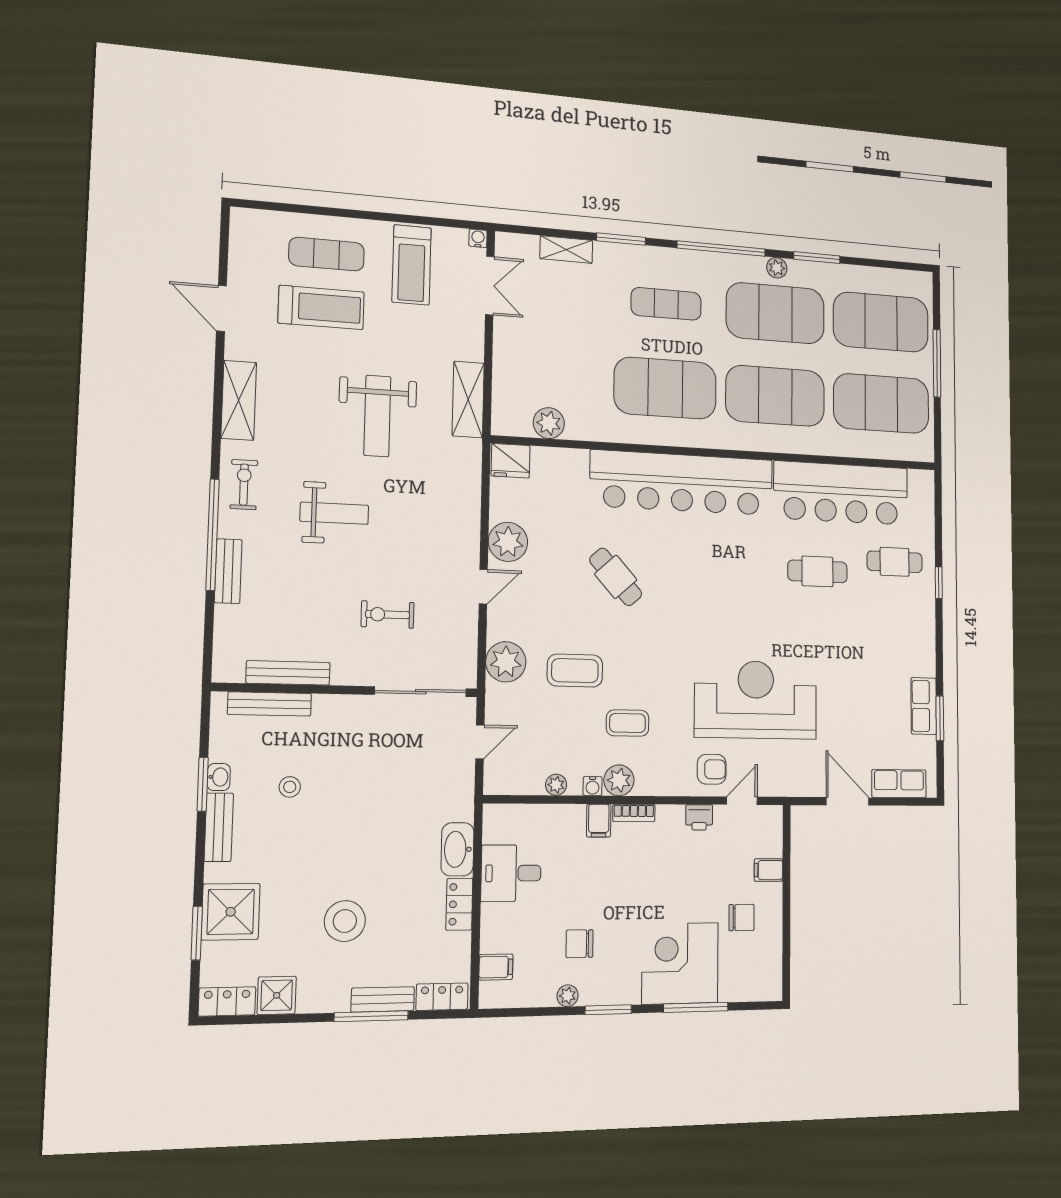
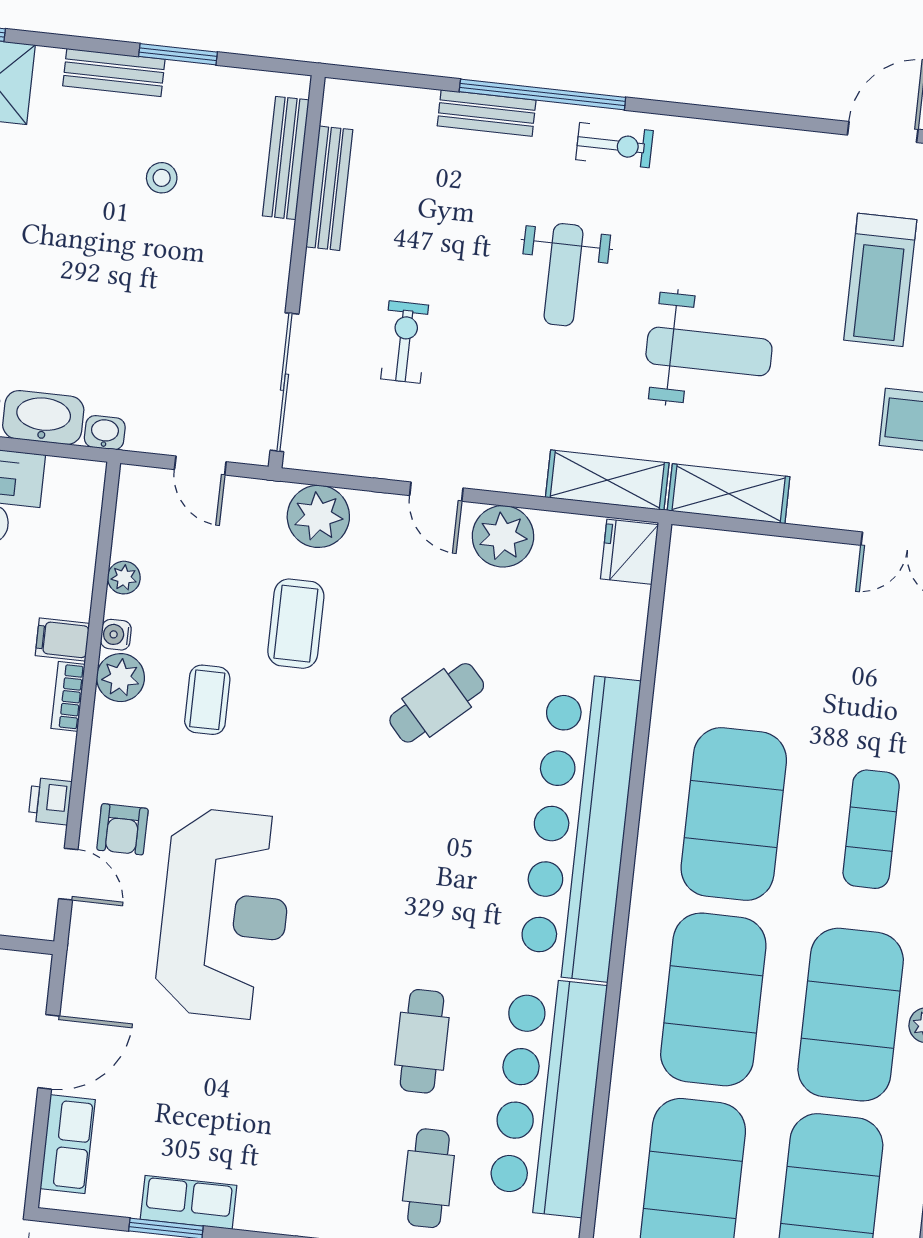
shelving: (239, 400) -> (607, 480), moved
weight bench: (377, 416) -> (709, 351), turned 180
plant: (549, 423) -> (686, 618), removed
washbasin: (219, 777) -> (105, 433), moved, turned 180

